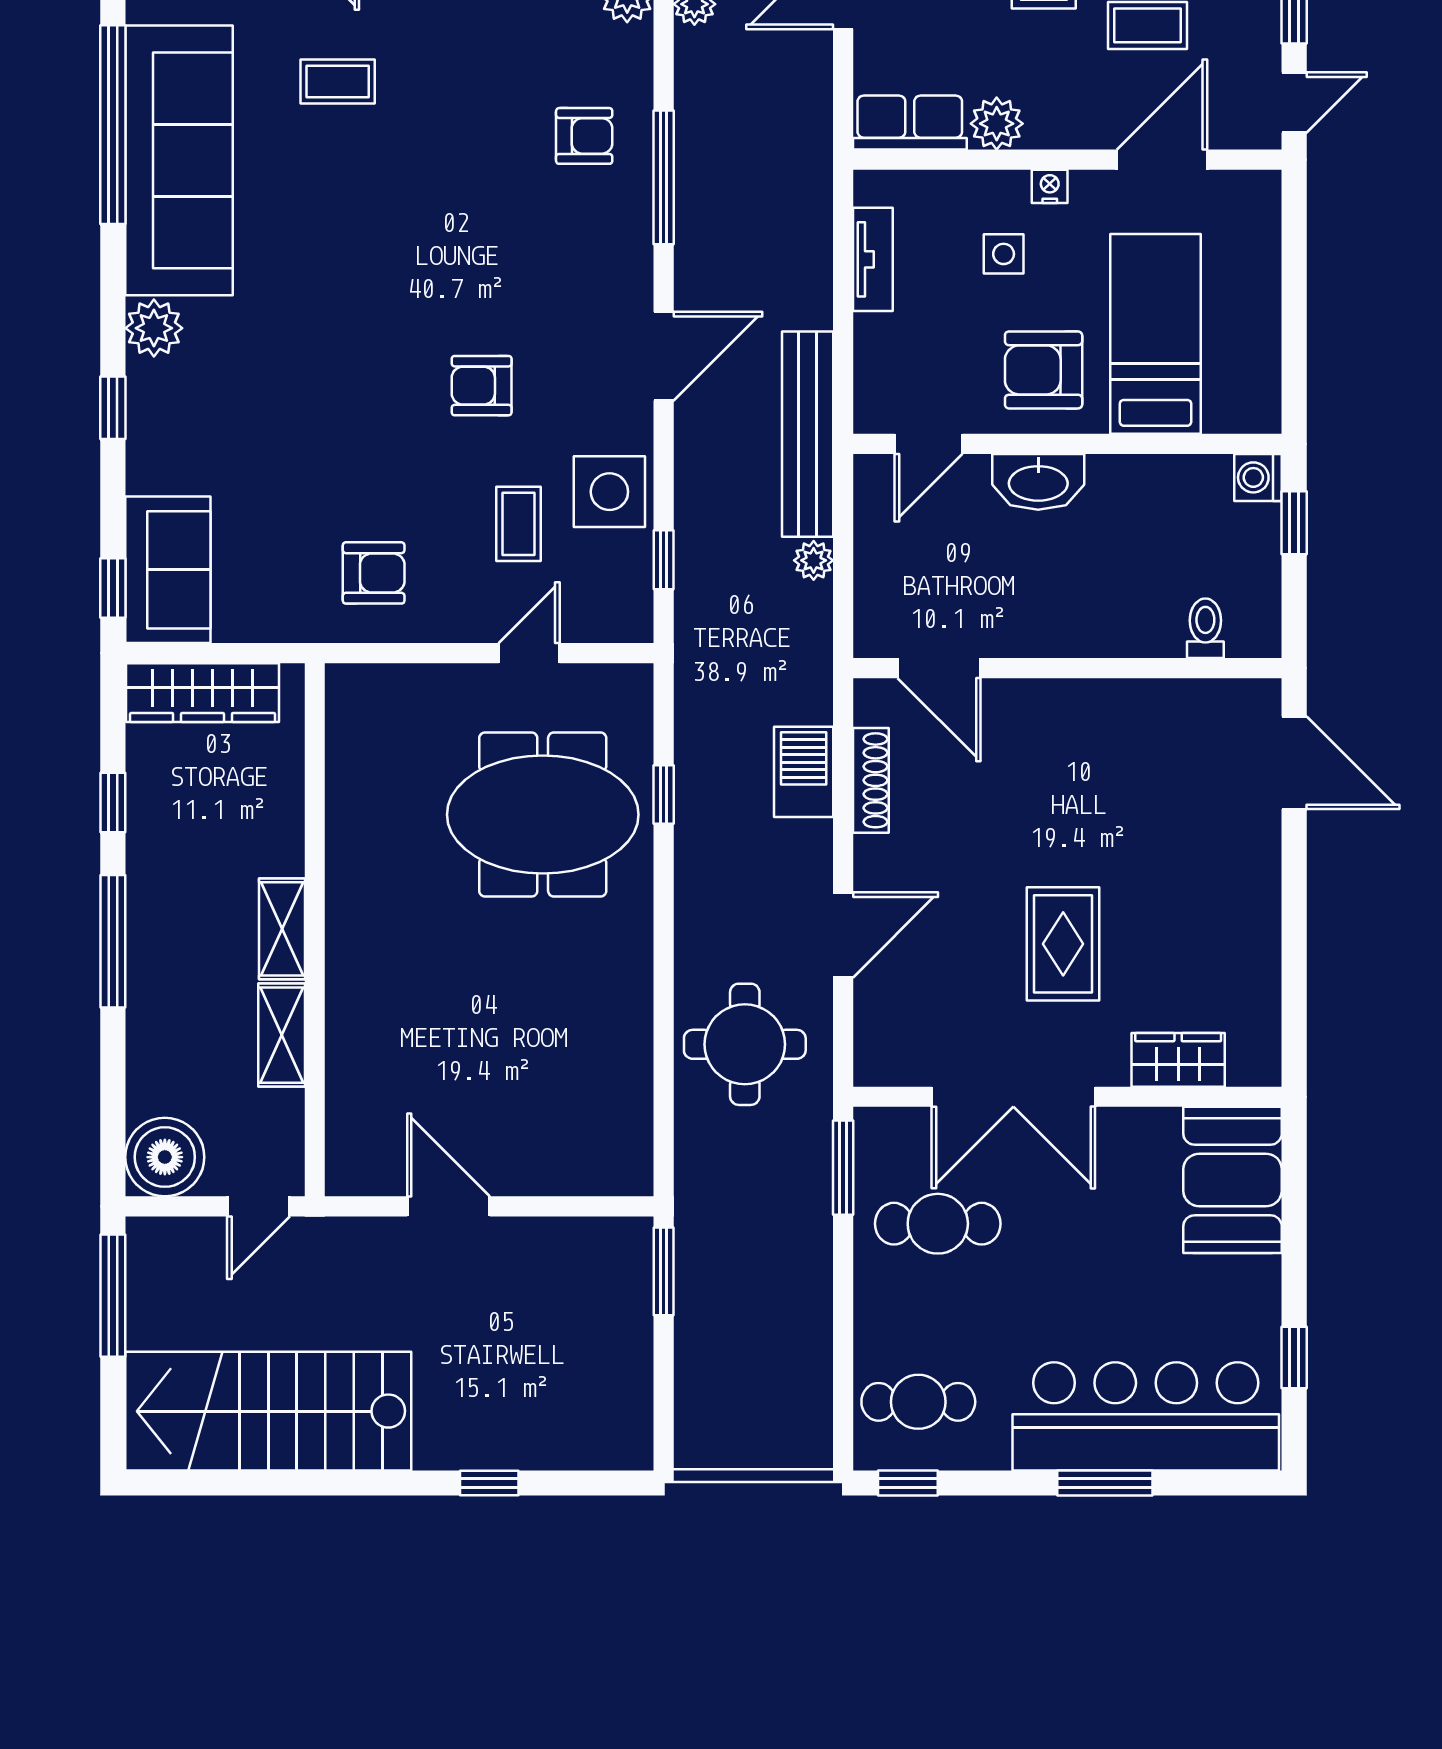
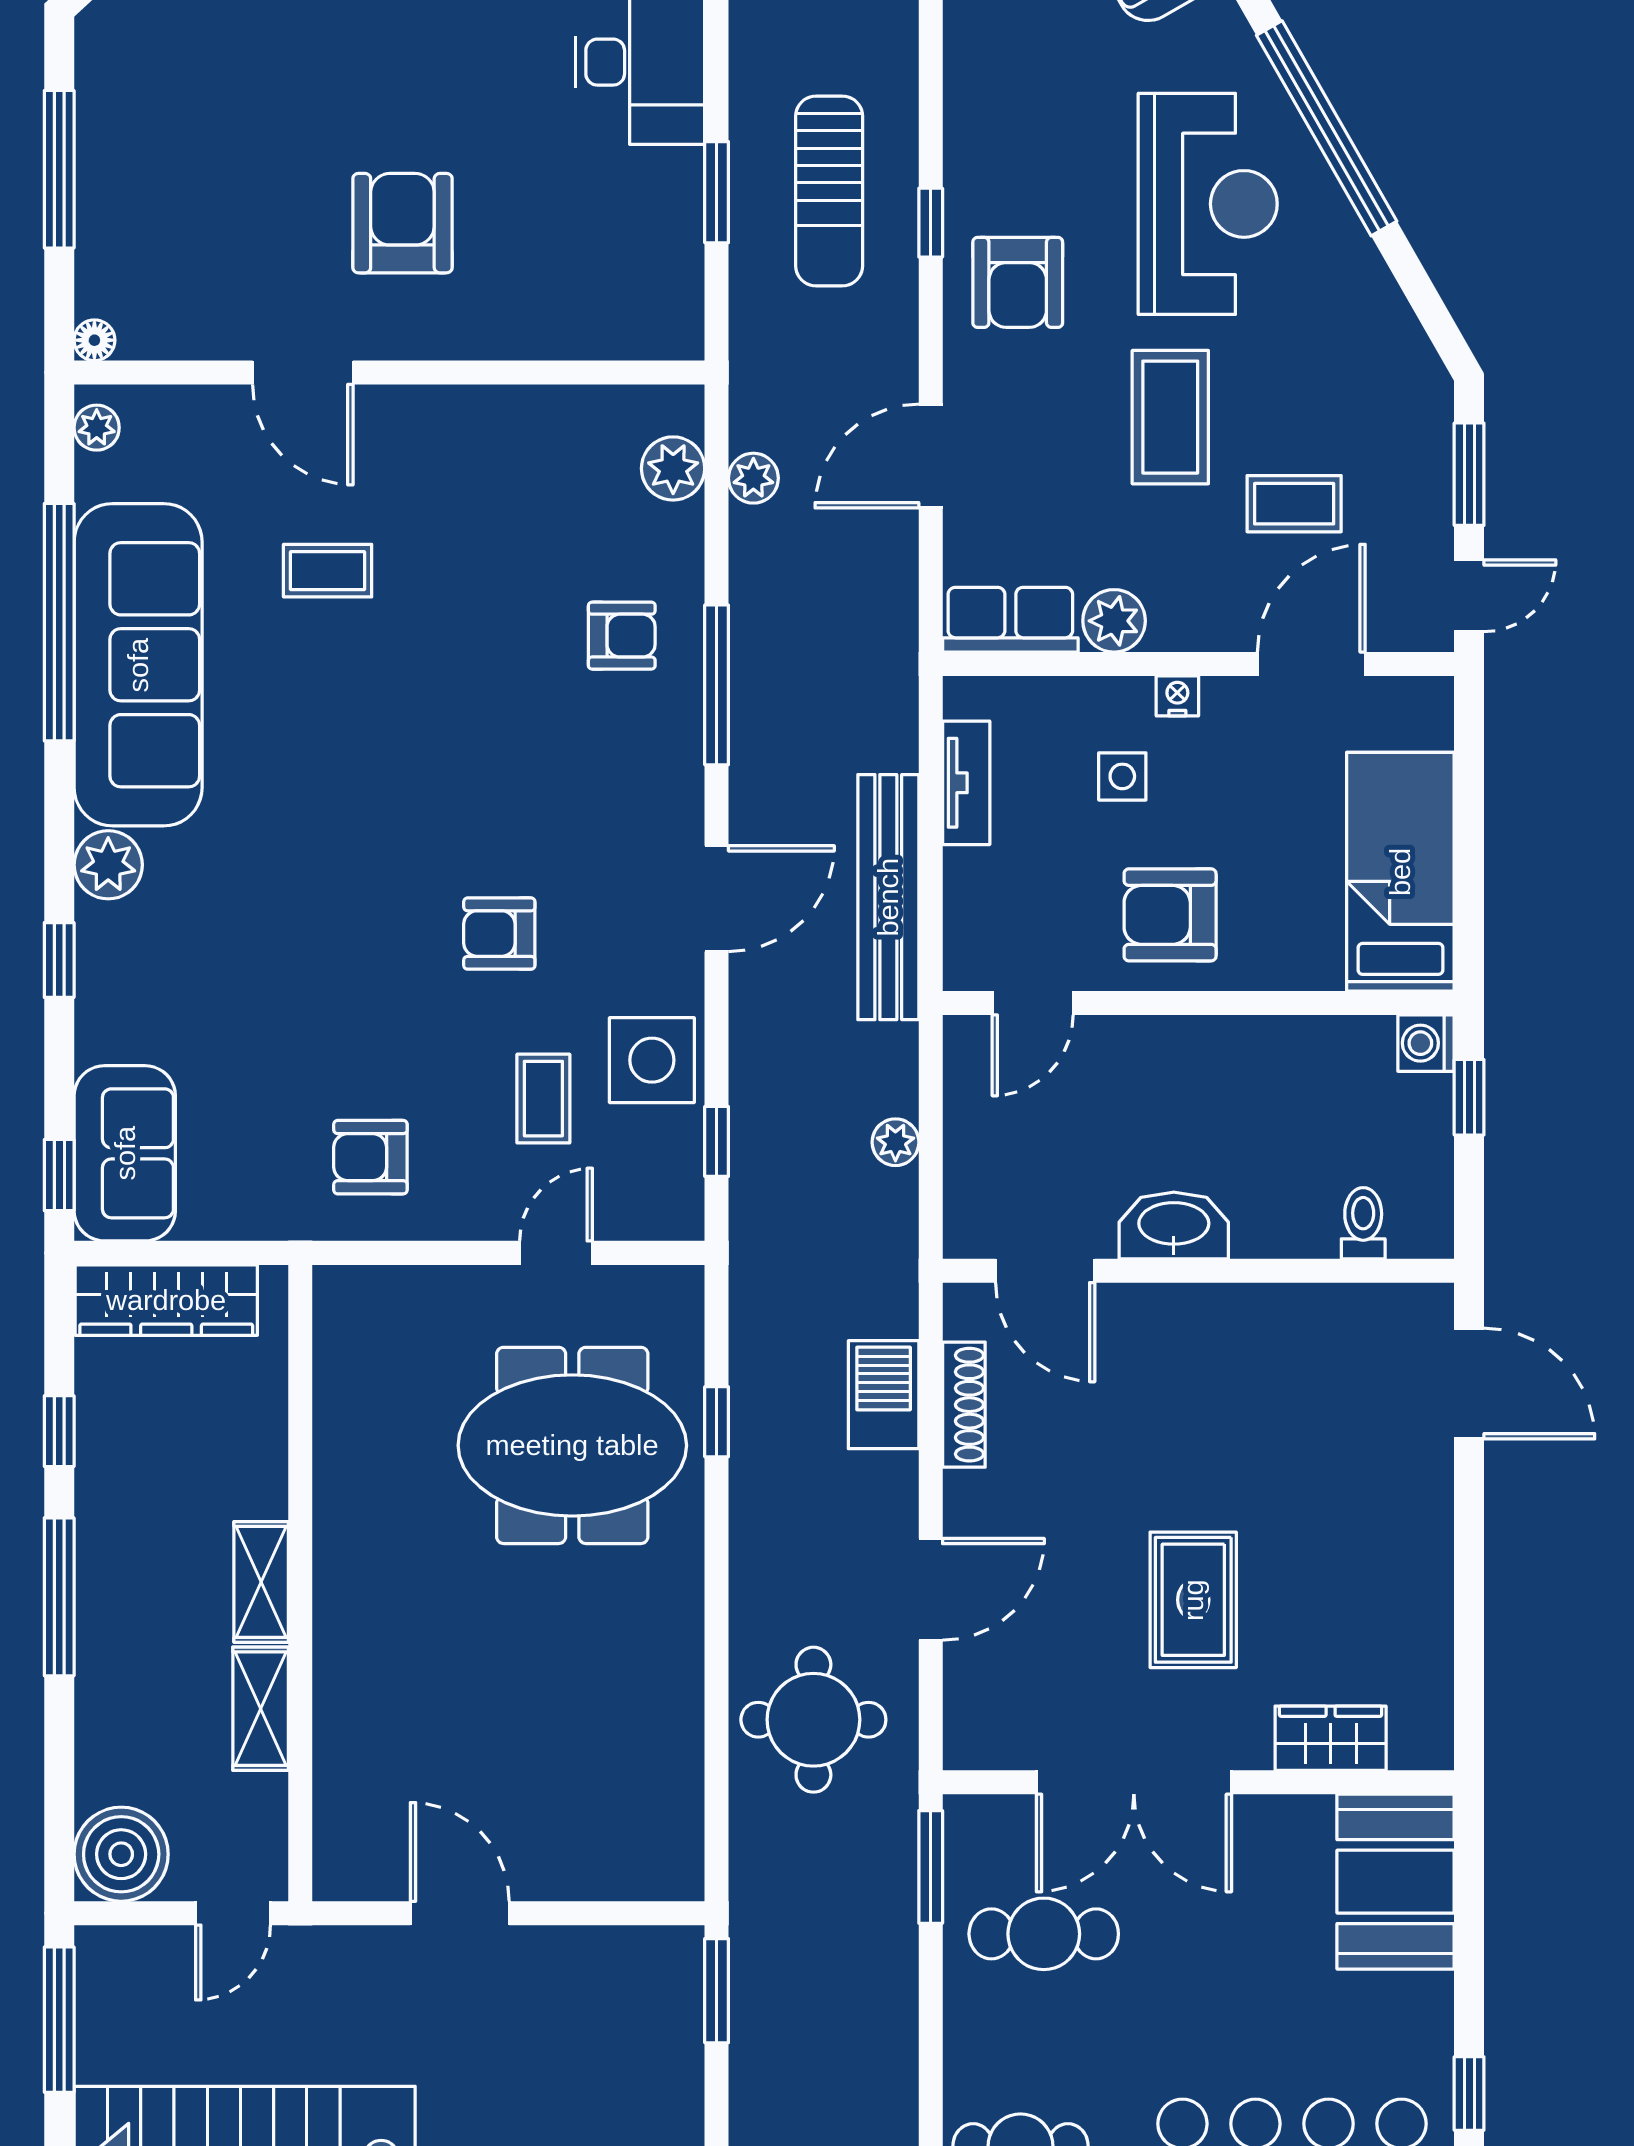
bed: (1156, 334) -> (1400, 872), moved
bench: (808, 434) -> (888, 897), moved
washbasin: (1038, 482) -> (1174, 1225), moved, turned 180
armchair: (374, 573) -> (370, 1157), turned 180

